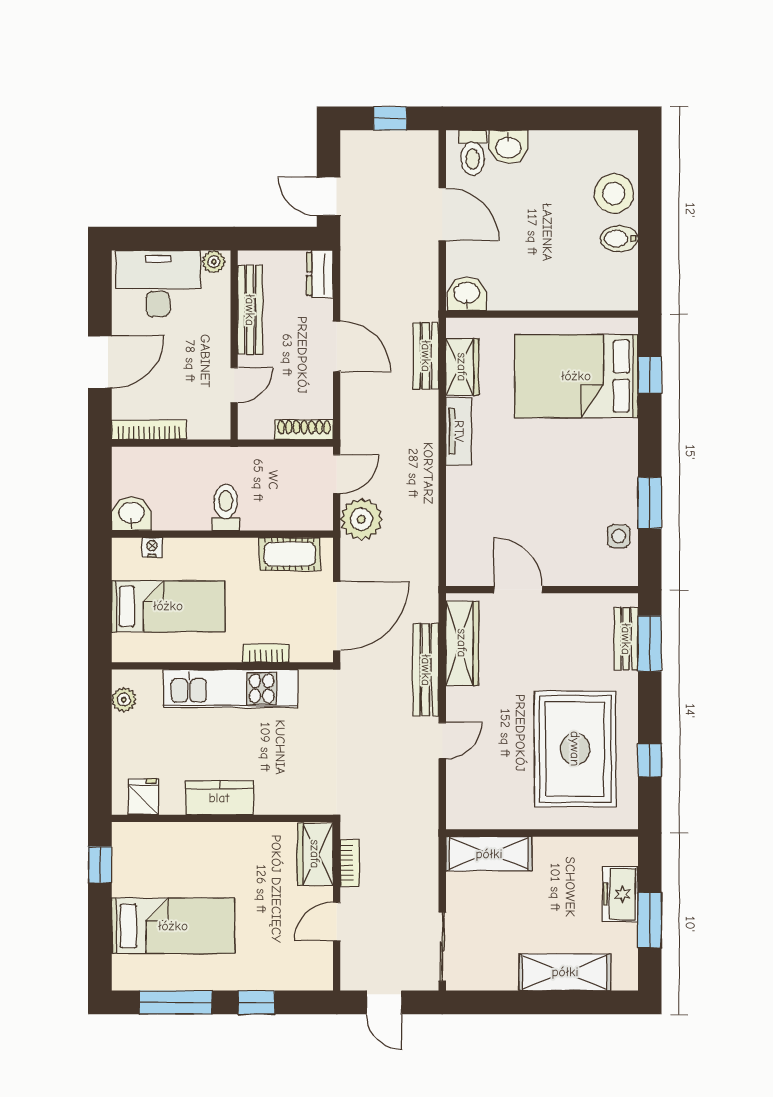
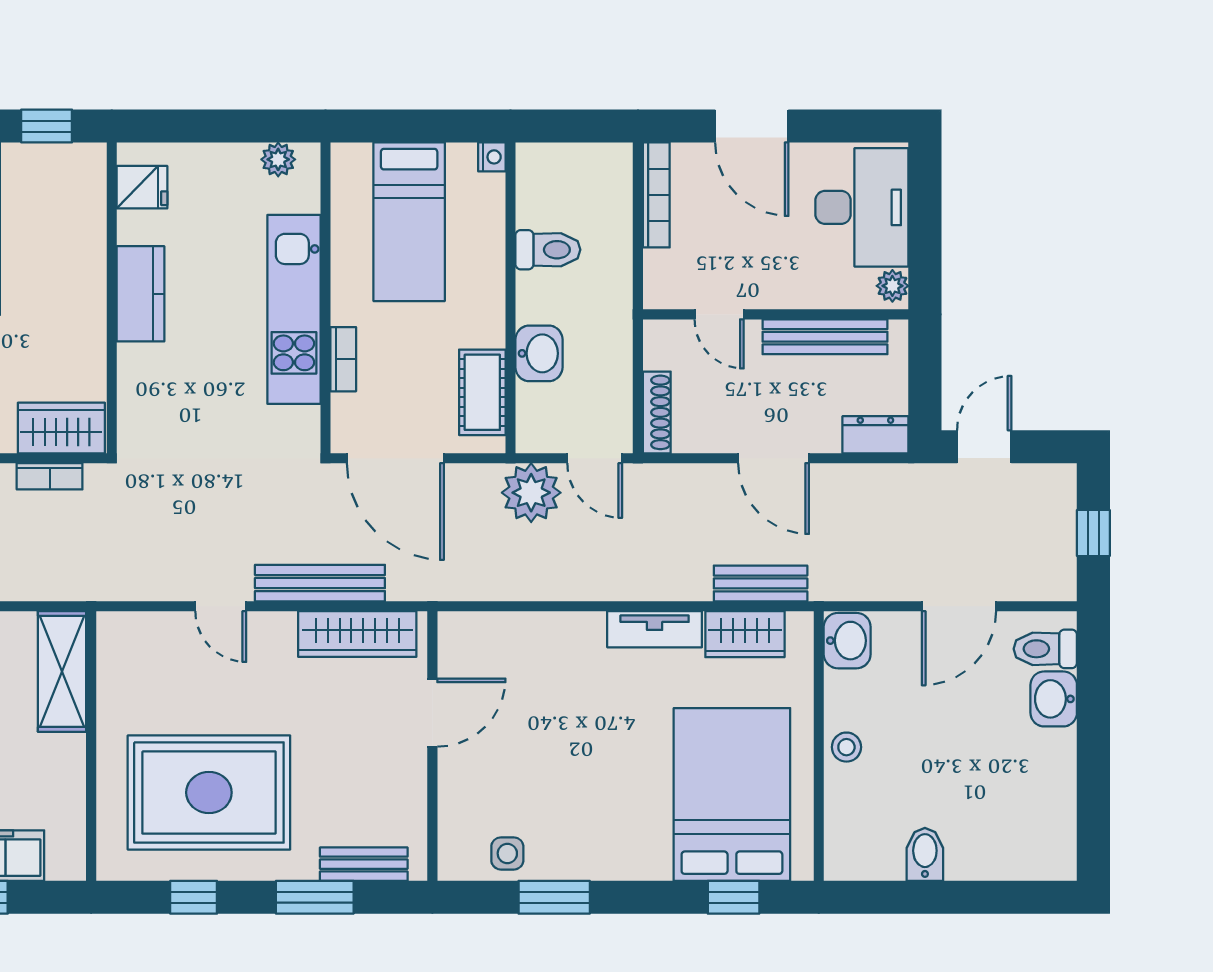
stool: (614, 193) -> (846, 747), moved, width x0.53, depth x0.53
door: (337, 346) -> (774, 458), hinge flipped
toilet: (226, 507) -> (548, 250), moved
washbasin: (131, 514) -> (539, 353), moved
nightstand: (152, 547) -> (492, 157), moved
window: (650, 644) -> (315, 897), moved

